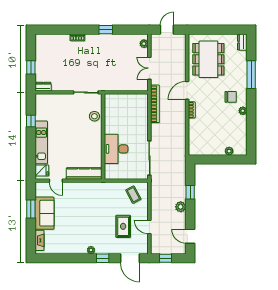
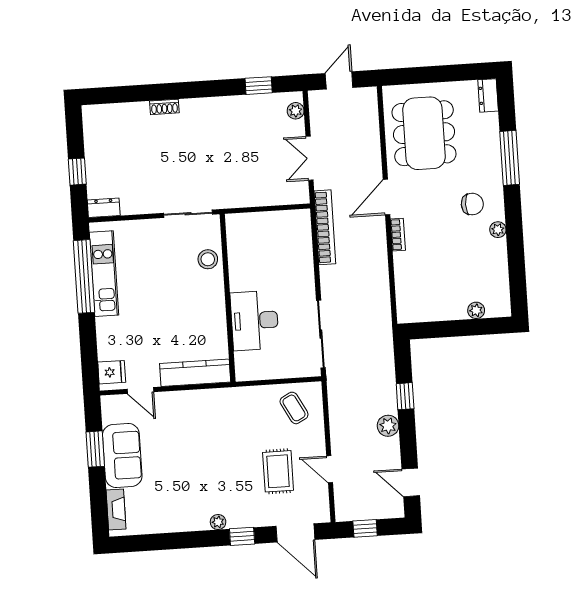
window: (106, 30) -> (259, 86), moved
window: (31, 121) -> (84, 276), width x3.17
kitchen unit: (41, 142) -> (104, 274), moved

